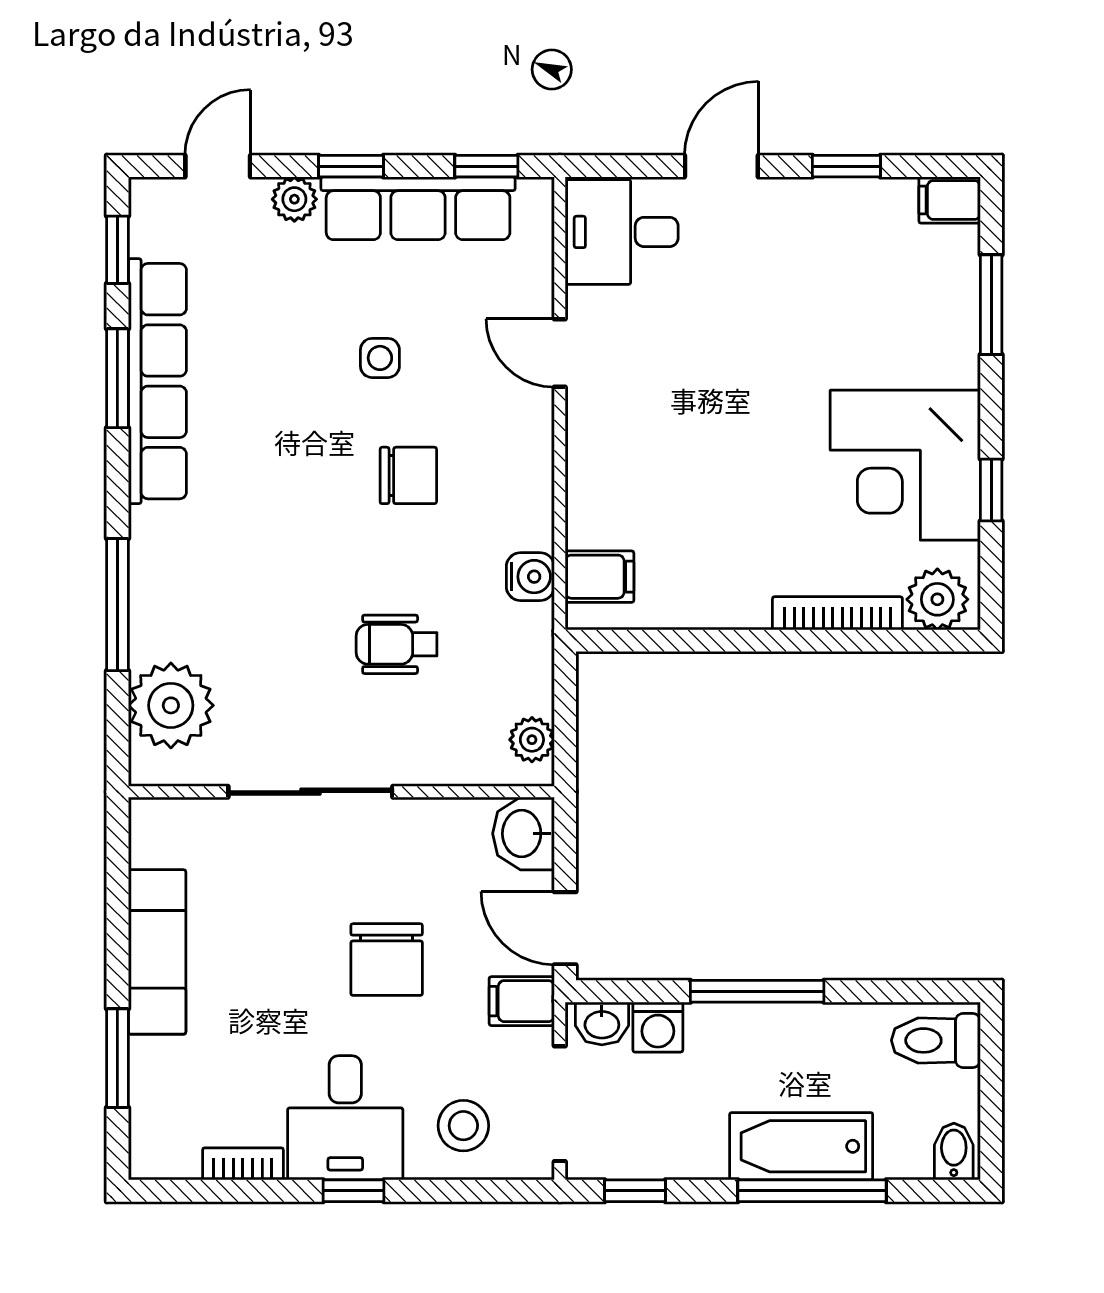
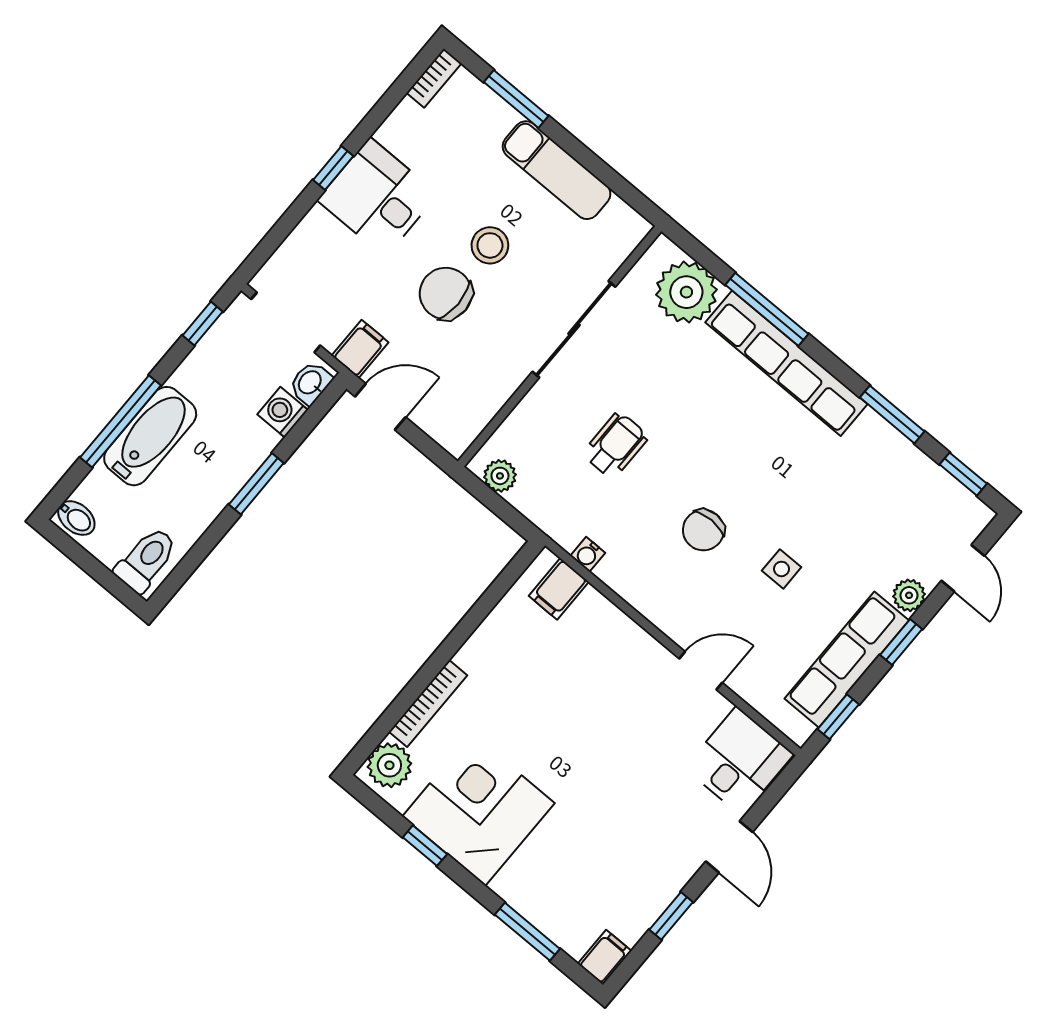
row of seats: (157, 381) -> (786, 363), moved
water cooler: (530, 577) -> (588, 554), width x0.72, depth x0.72
washbasin: (523, 834) -> (452, 428), removed
window: (757, 991) -> (256, 484), width x0.69
stool: (463, 1126) -> (490, 245), moved
bookcase: (243, 1164) -> (434, 78), moved

